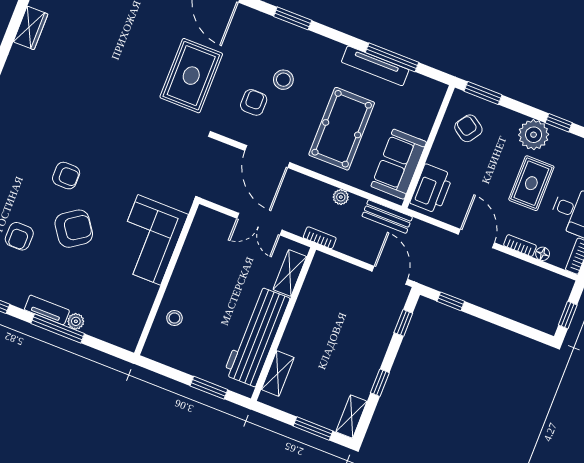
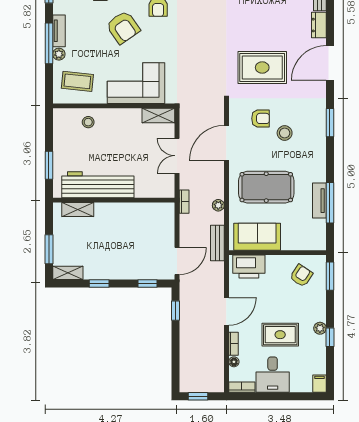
tv unit: (375, 66) -> (319, 201), width x0.71
plant: (534, 135) -> (320, 328), width x0.53, depth x0.53
shelving: (290, 273) -> (158, 116), moved
coffee table: (119, 312) -> (77, 81), added

